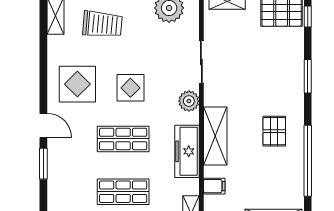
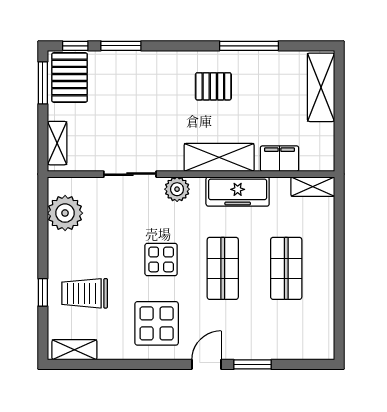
trolley: (102, 24) -> (85, 293), turned -95
window: (308, 76) -> (121, 46), moved
window: (308, 161) -> (249, 46), width x0.68
filing cabinet: (214, 186) -> (279, 159), width x2.00

